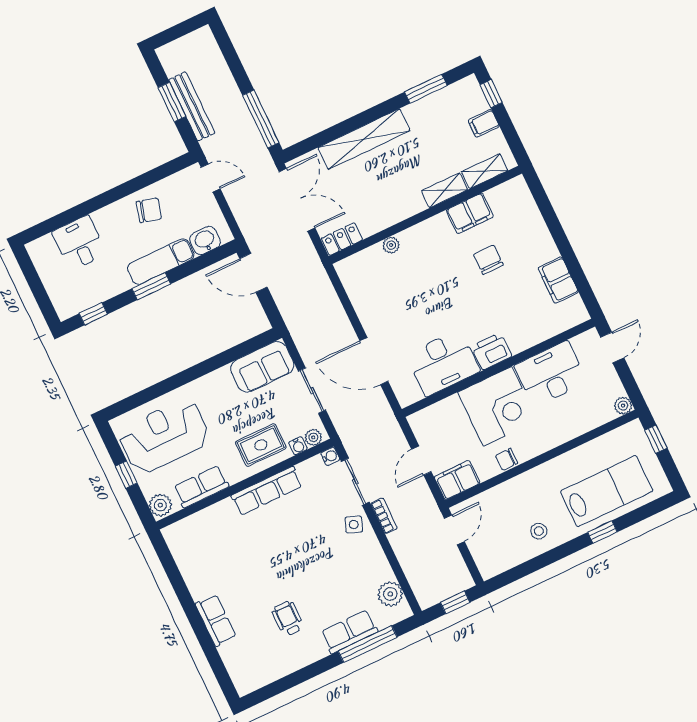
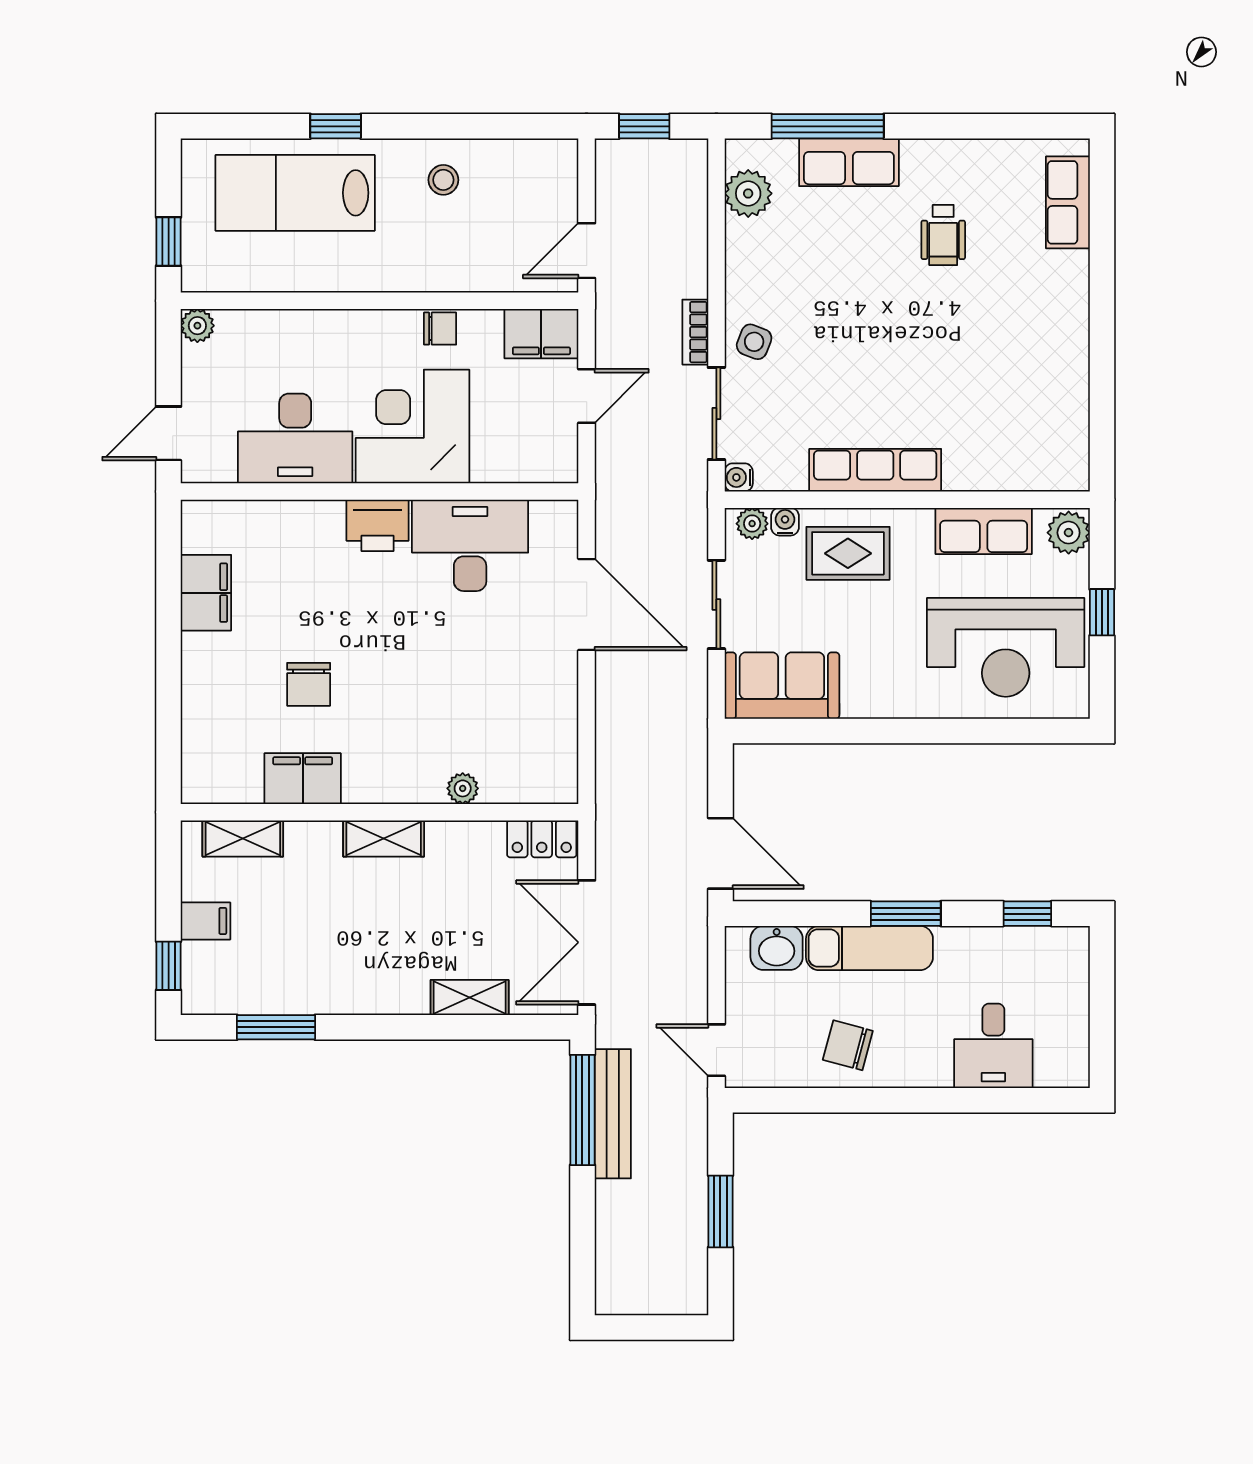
bench: (192, 106) -> (613, 1114), moved
shelving: (364, 139) -> (470, 997), width x0.45, depth x0.75
shelving: (445, 190) -> (384, 838), moved
row of seats: (216, 620) -> (1068, 202), moved

